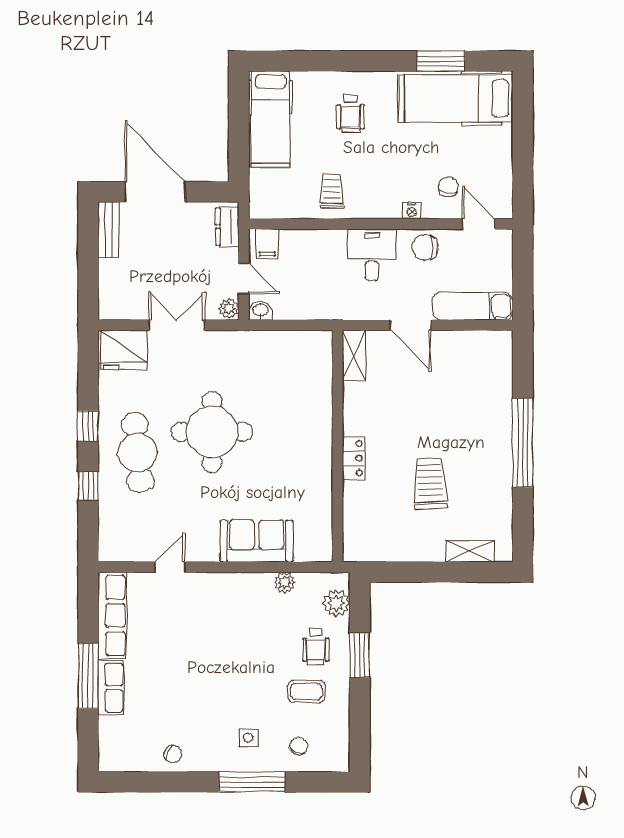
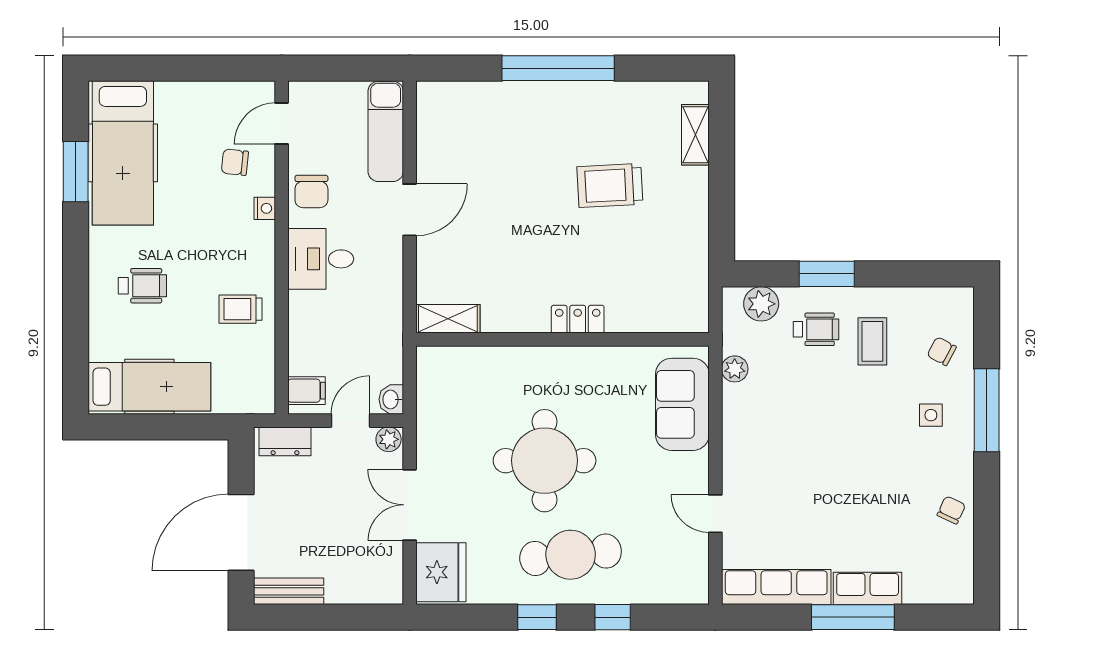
shelving: (354, 355) -> (448, 319), moved
wall: (338, 446) -> (562, 339), moved
locker: (354, 458) -> (578, 319), moved

